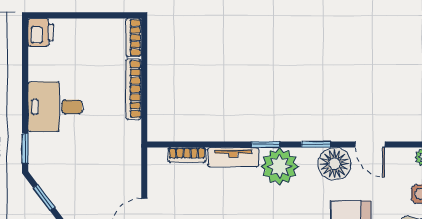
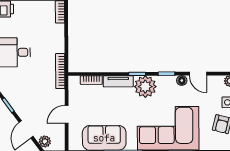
bookcase: (134, 89) -> (60, 71), moved
floor lamp: (335, 164) -> (182, 80), width x0.53, depth x0.53

